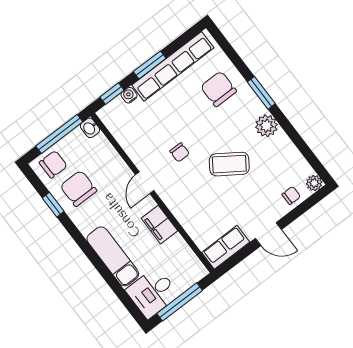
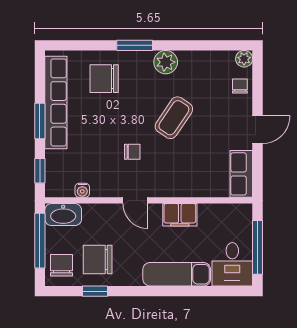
water cooler: (129, 95) -> (82, 190), moved, turned -90
washbasin: (90, 128) -> (63, 215), width x1.91, depth x1.45

